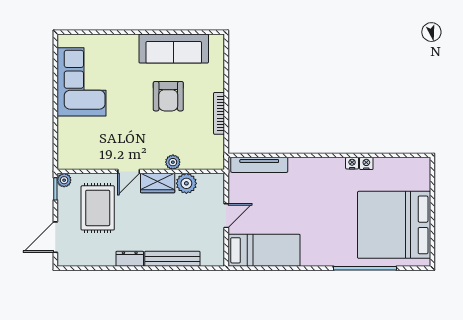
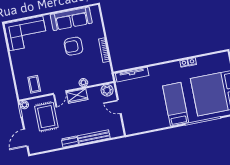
corner sofa: (81, 82) -> (26, 33), moved, turned 90
armchair: (168, 96) -> (73, 46), turned 90
coffee table: (88, 148) -> (34, 84), added
plant: (186, 183) -> (107, 90), moved
door: (226, 216) -> (119, 107), swing flipped
bed: (264, 250) -> (176, 104), moved, turned -90

